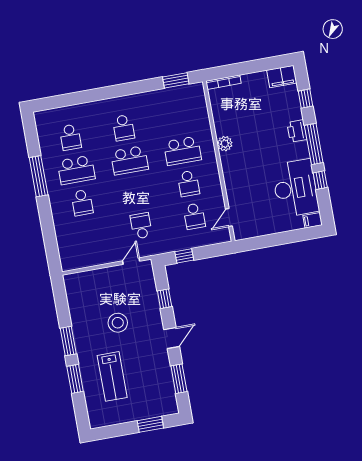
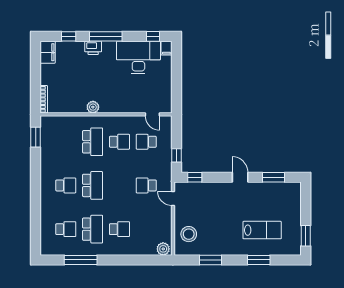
window: (39, 176) -> (81, 260), moved
window: (320, 180) -> (153, 36), moved
school desk: (194, 216) -> (146, 142), turned 180
plant: (68, 260) -> (163, 249), added
window: (165, 299) -> (195, 177), moved
stool: (118, 323) -> (189, 234), moved
window: (68, 341) -> (210, 260), moved
window: (150, 424) -> (306, 236), moved

